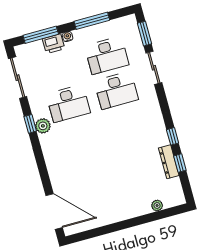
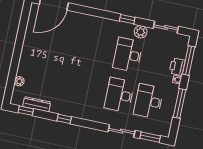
sliding door: (18, 78) -> (166, 27), width x0.73
plant: (43, 126) -> (141, 32), moved
dresser: (169, 162) -> (37, 104), moved
window: (180, 163) -> (26, 111), moved

